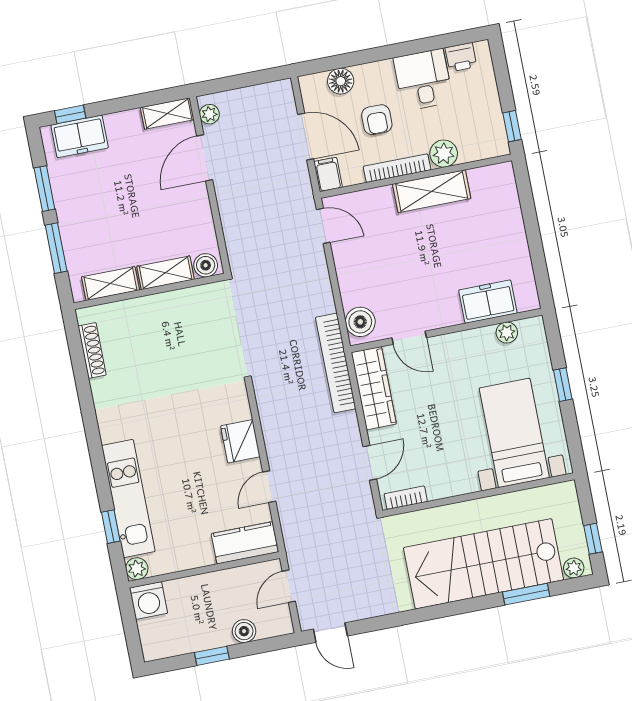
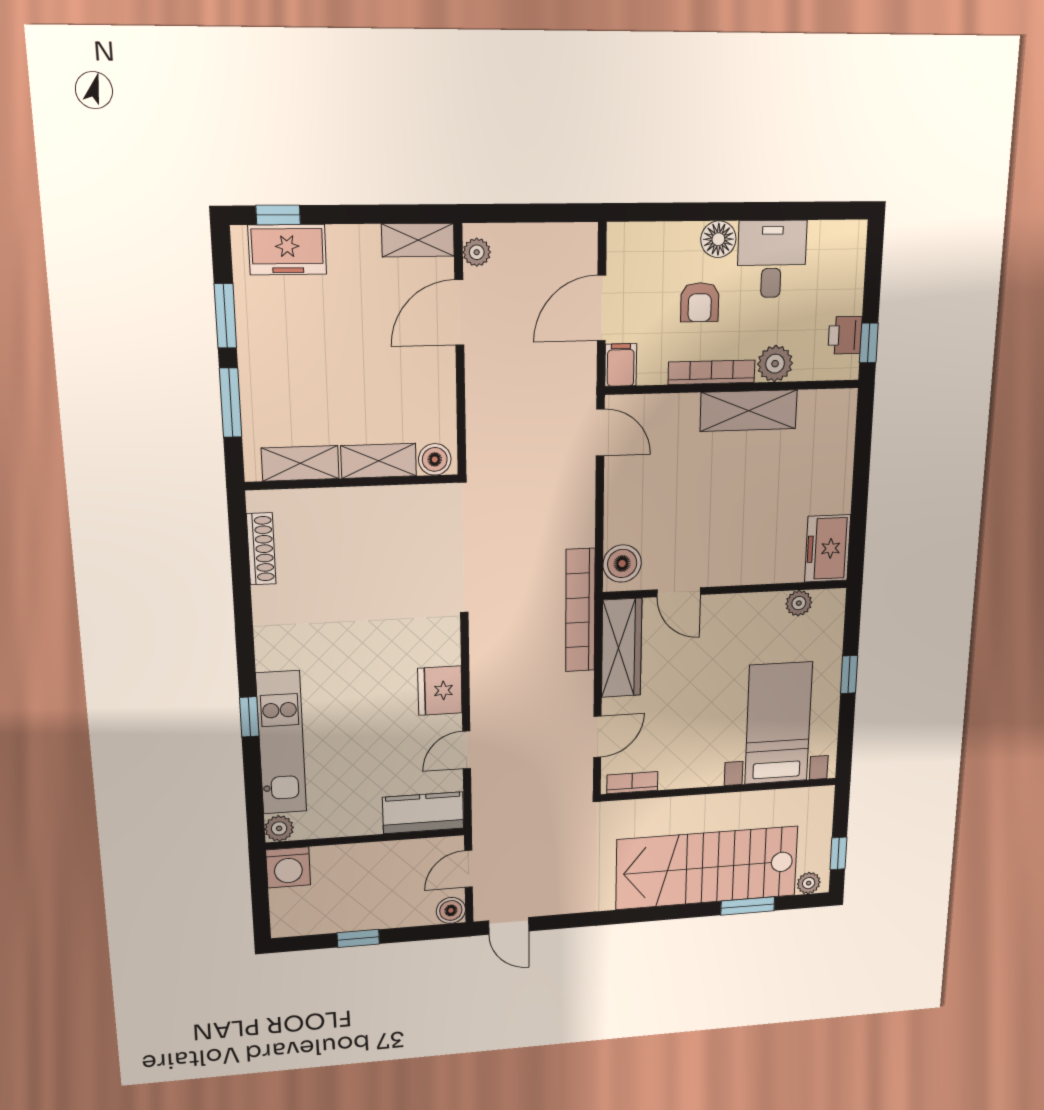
printer: (461, 57) -> (845, 335), moved, turned 90
floor lamp: (341, 81) -> (718, 239), moved
door: (306, 137) -> (602, 308), swing flipped
freezer: (488, 302) -> (828, 548), moved, turned -90
window: (111, 527) -> (249, 717), moved
boiler: (244, 631) -> (451, 910), moved

